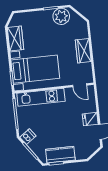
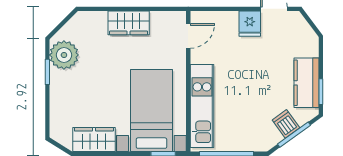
dishwasher: (28, 137) -> (286, 124), moved

